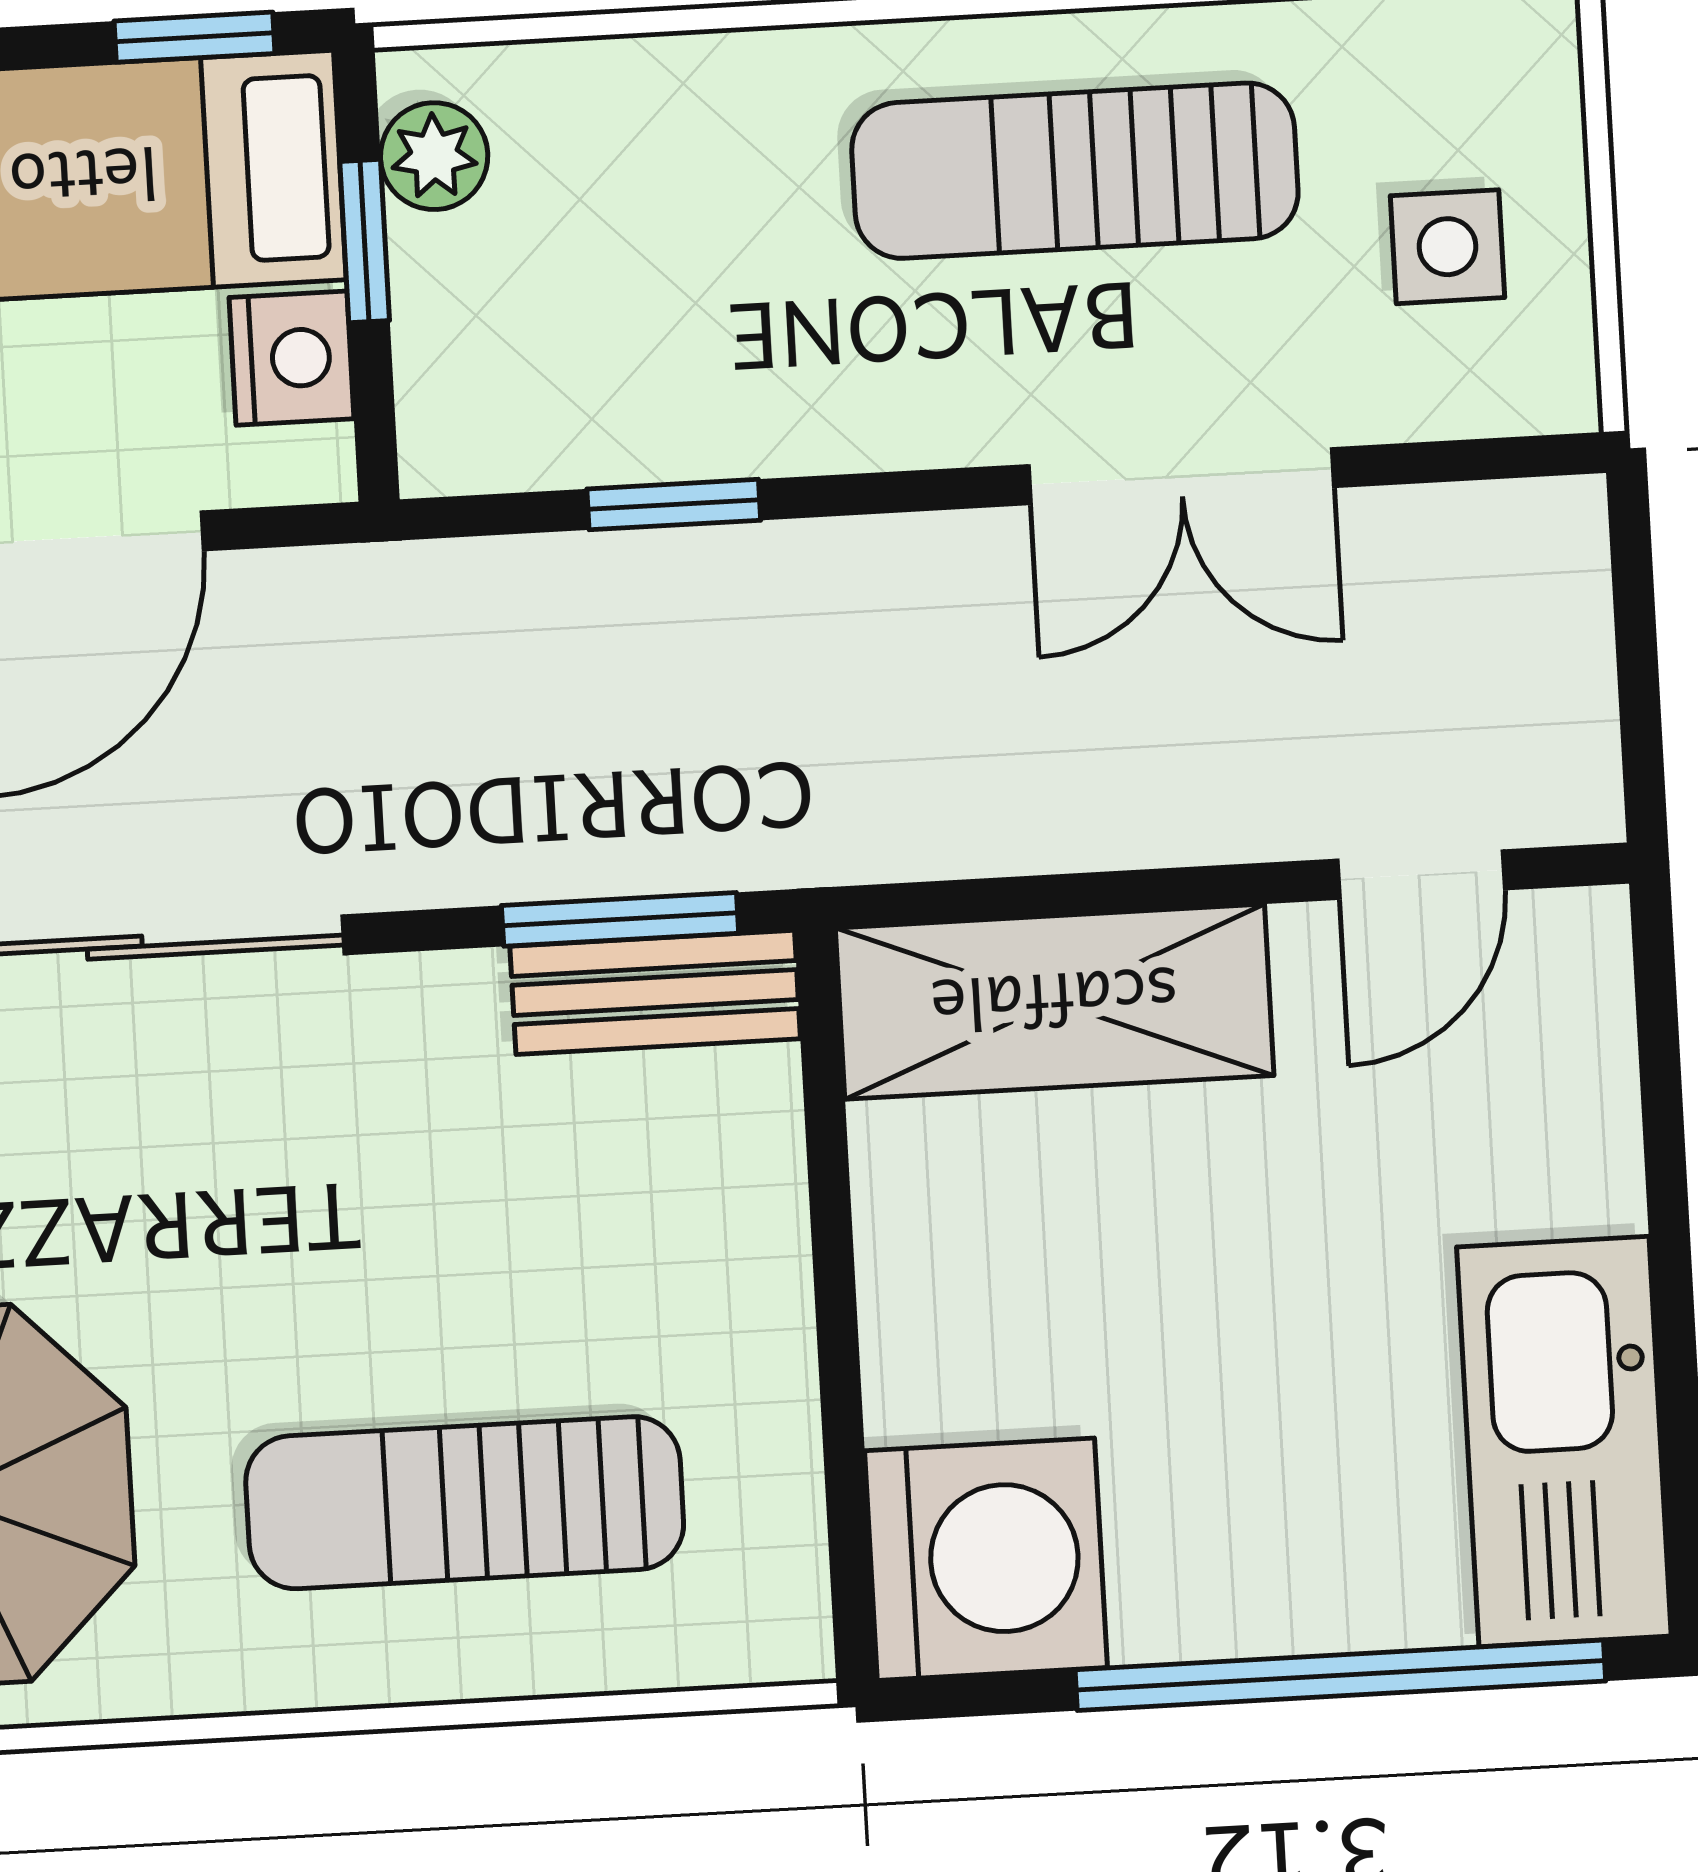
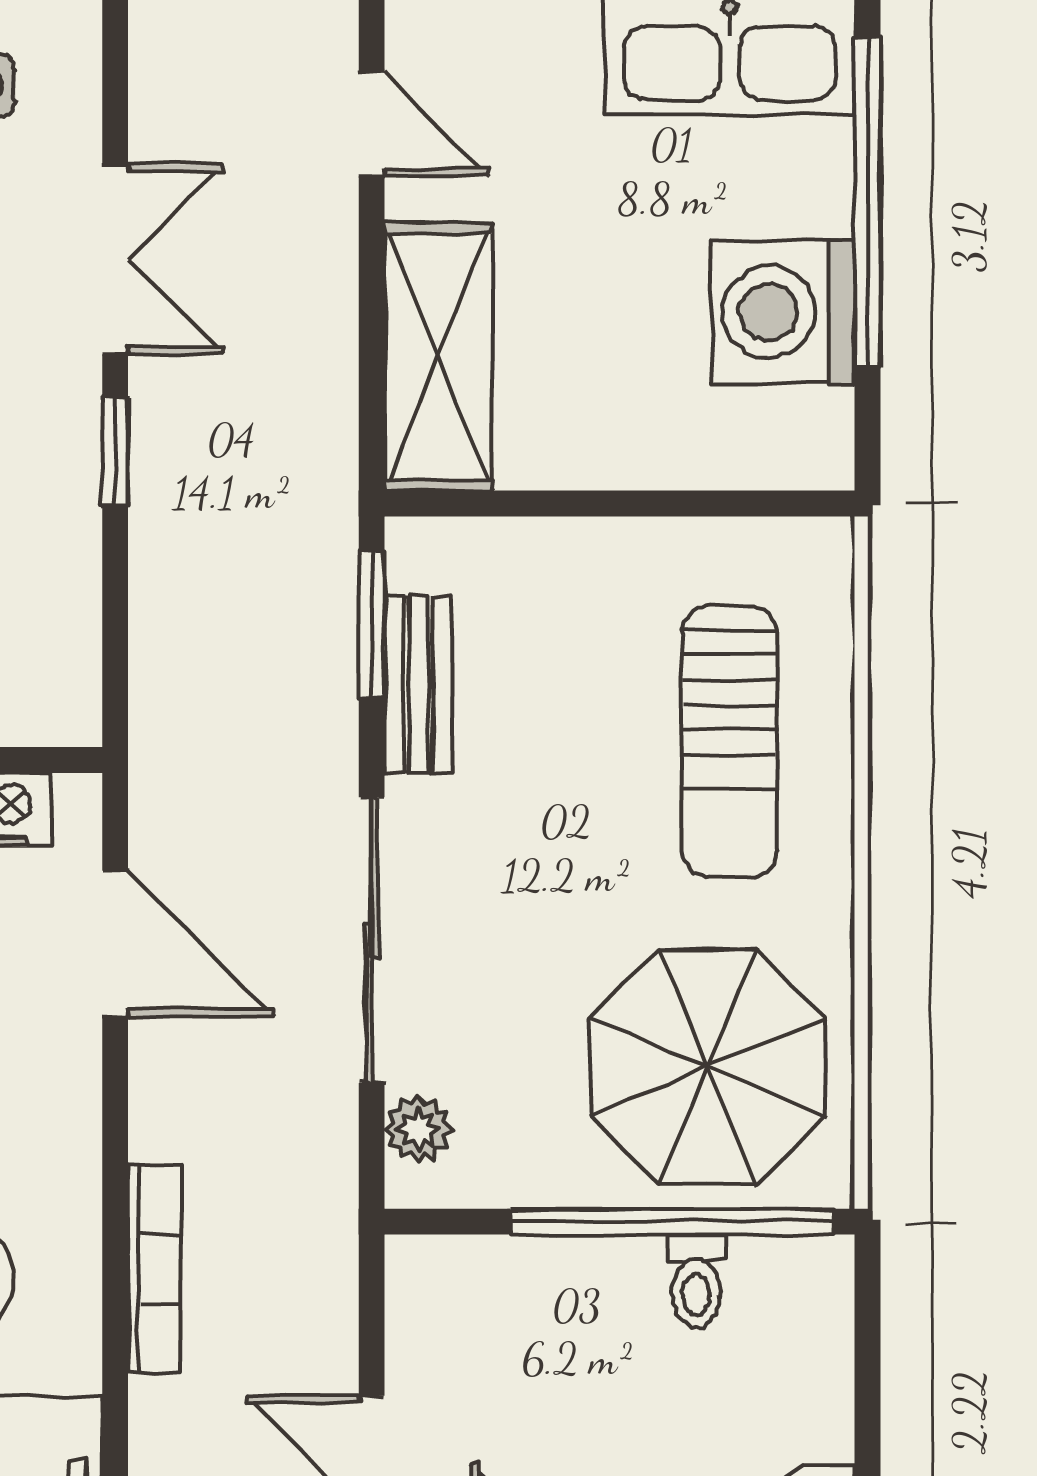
window: (674, 505) -> (115, 451), moved
bench: (655, 992) -> (418, 685), moved
washing machine: (986, 1559) -> (783, 312), moved, turned -90

